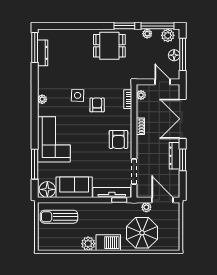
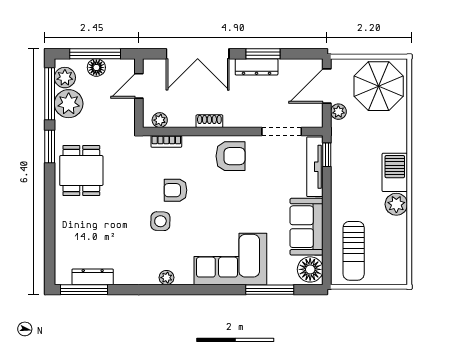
plant: (147, 34) -> (69, 104), width x1.87, depth x1.87
parasol: (142, 233) -> (379, 86), moved

